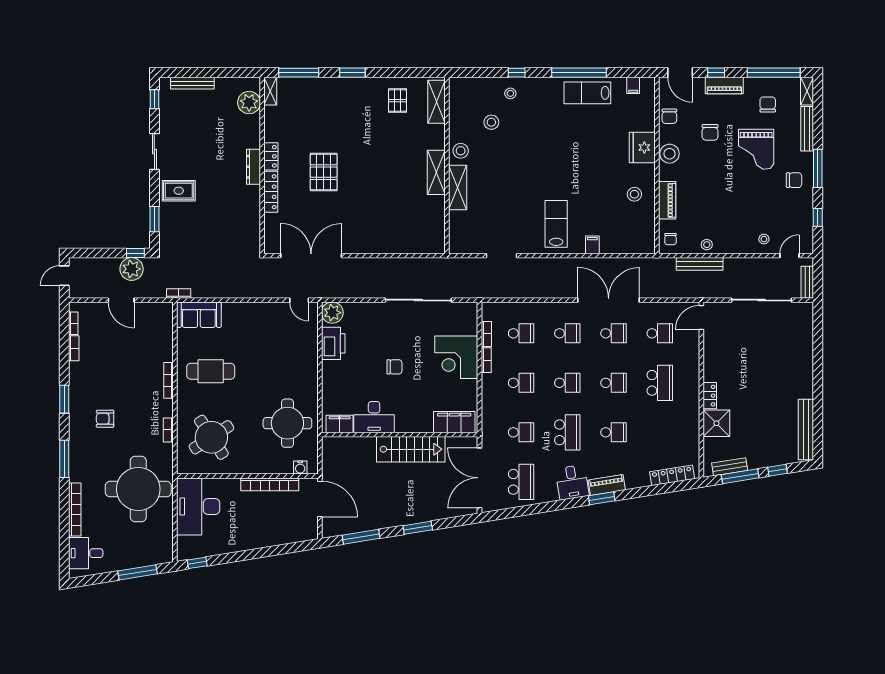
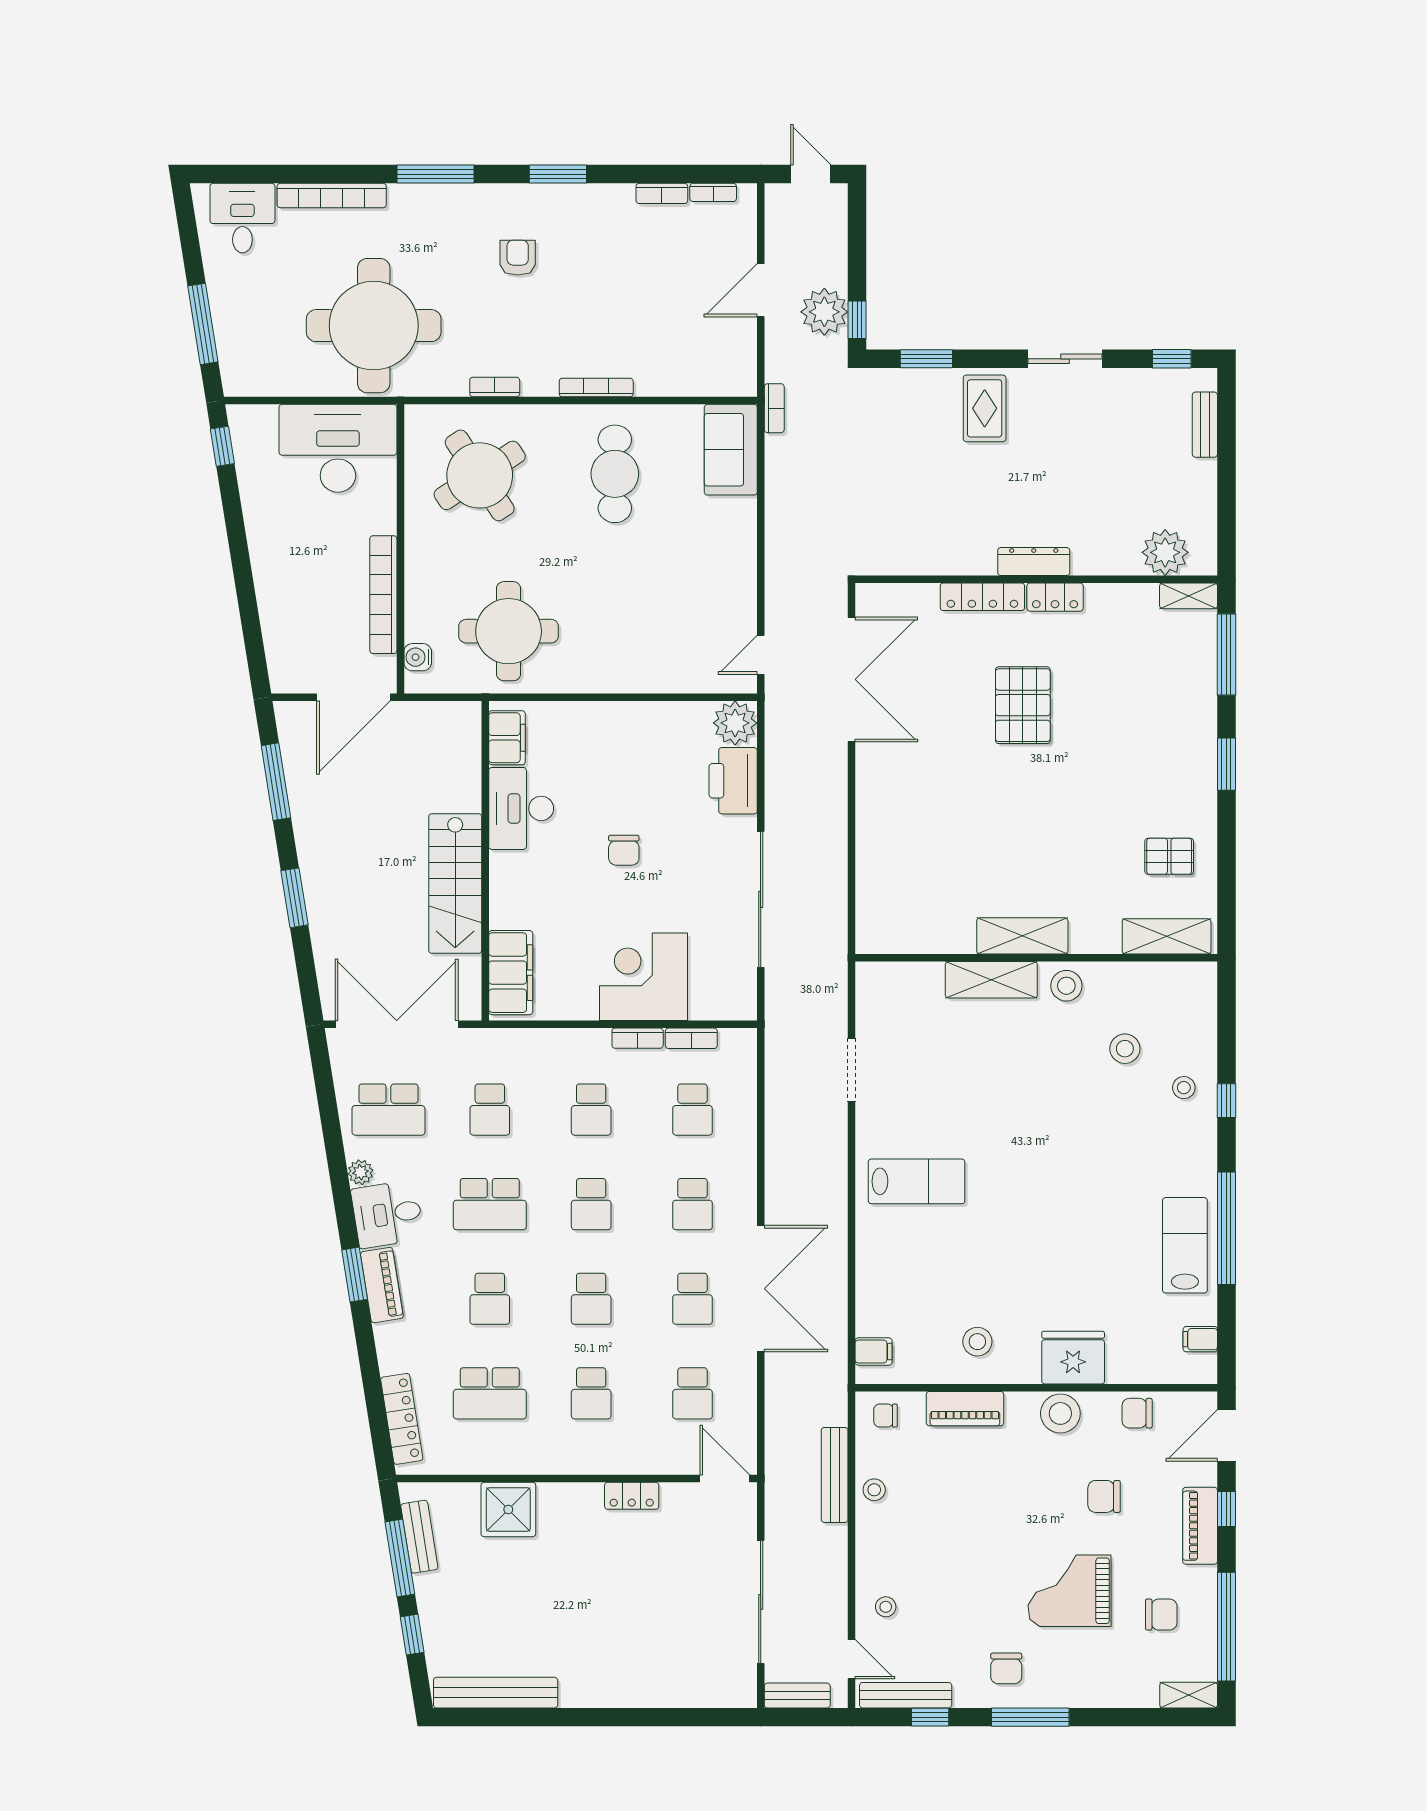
bench: (192, 83) -> (1205, 425), width x0.73
bench: (807, 129) -> (906, 1695), moved
pallet: (324, 172) -> (1023, 705), turned 90
filing cabinet: (592, 245) -> (874, 1351), moved
printer: (333, 343) -> (733, 781), moved, turned 90
school desk: (660, 383) -> (591, 1393), width x0.54
locker: (710, 396) -> (632, 1496), moved
school desk: (660, 432) -> (490, 1393), added
plant: (552, 495) -> (360, 1172), added

